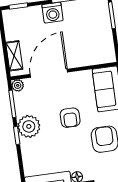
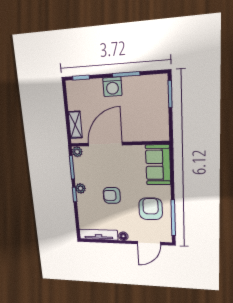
armchair: (70, 118) -> (112, 195), moved, turned 90
plant: (29, 126) -> (81, 188), width x0.53, depth x0.53

